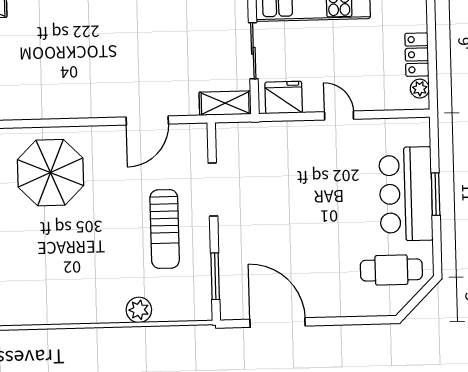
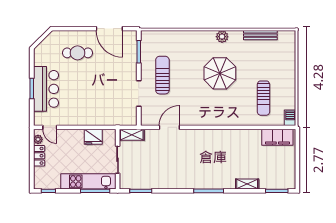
fridge: (284, 97) -> (93, 137), moved
door: (339, 116) -> (50, 127), moved
parasol: (50, 173) -> (220, 73), moved
cafe table: (391, 270) -> (78, 53), moved
plant: (139, 310) -> (222, 37), moved

